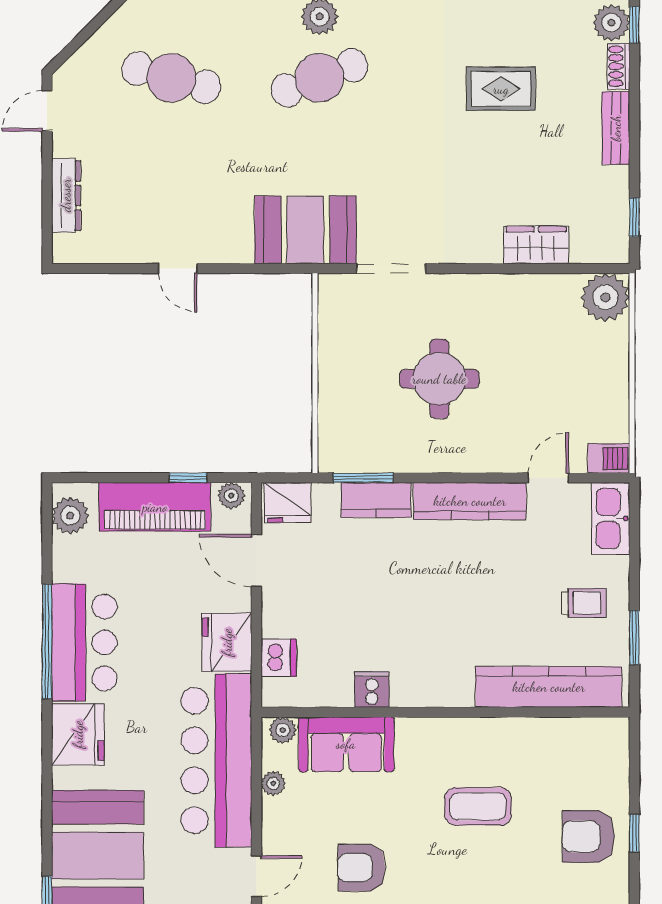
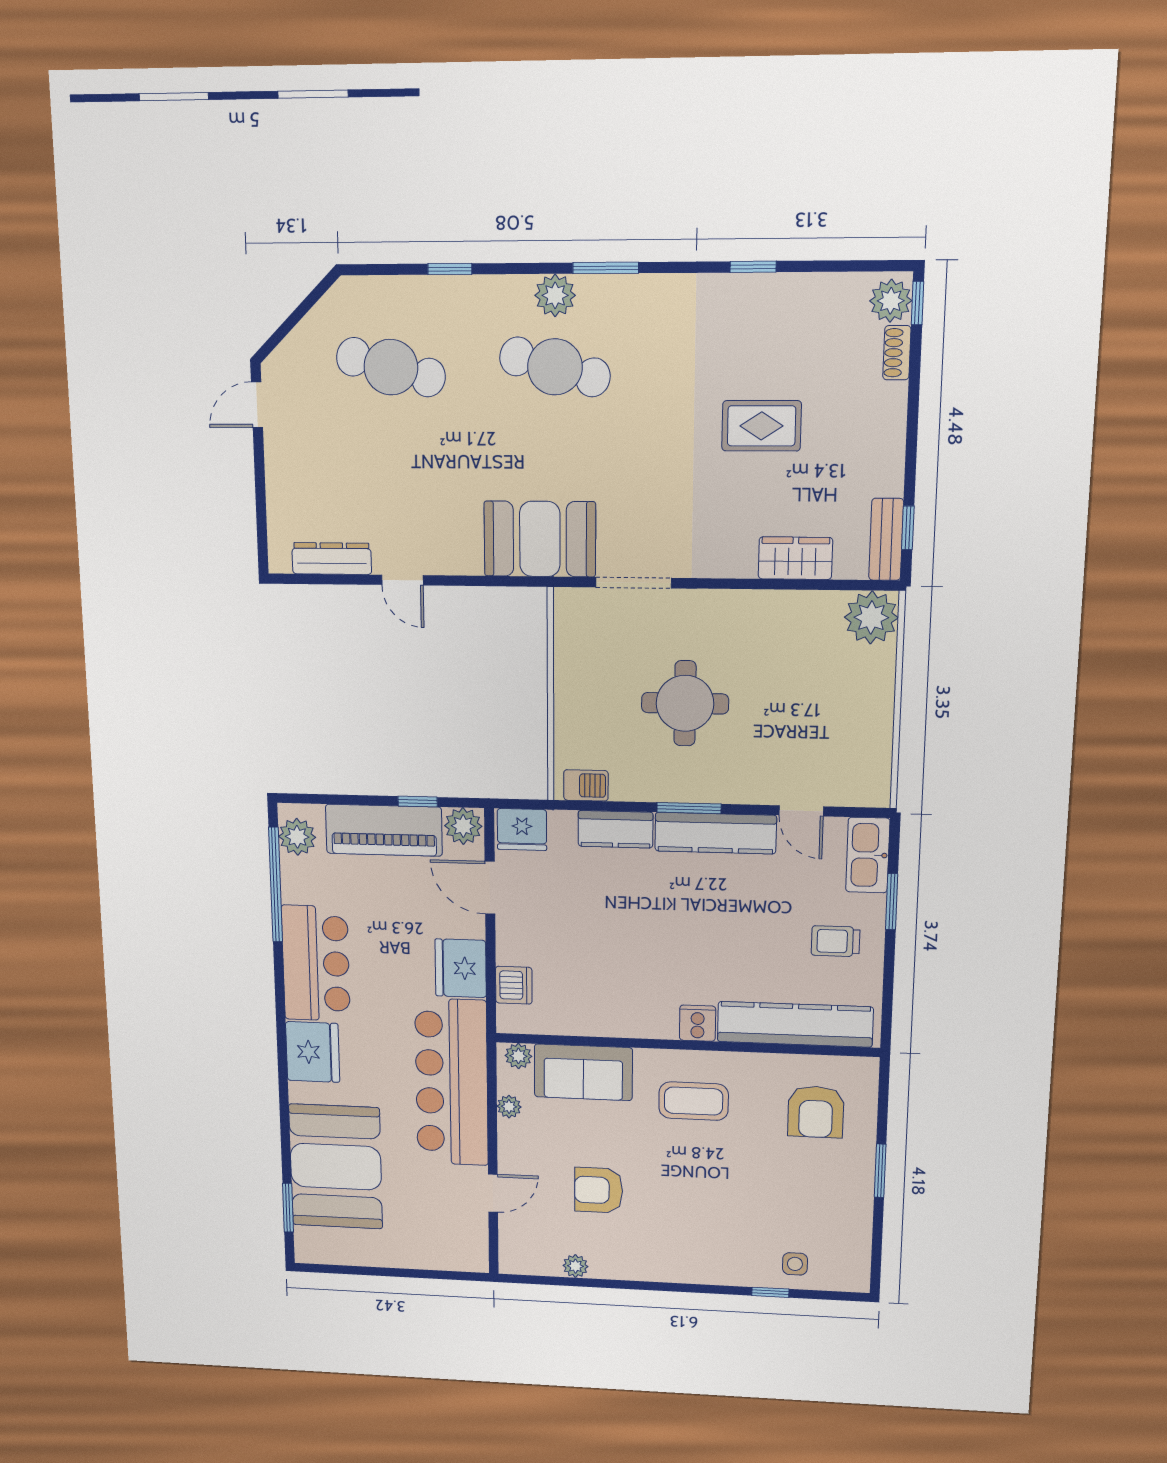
cafe table: (319, 78) -> (555, 367), turned 36
rug: (501, 89) -> (761, 426), moved
bench: (616, 128) -> (886, 539), moved
dresser: (66, 195) -> (332, 559), moved, turned -90
barbecue: (609, 458) -> (586, 785), moved
window: (363, 478) -> (689, 808), moved
door: (548, 478) -> (801, 811), swing flipped
plant: (231, 496) -> (463, 826), width x1.38, depth x1.38
trolley: (584, 603) -> (836, 941), turned 180
window: (634, 638) -> (892, 902), moved
window: (47, 642) -> (276, 885), moved
cooker: (372, 689) -> (698, 1023), moved
coffee table: (478, 806) -> (694, 1101), moved
window: (634, 833) -> (880, 1171), width x1.50
armchair: (588, 837) -> (816, 1112), moved, turned -90

